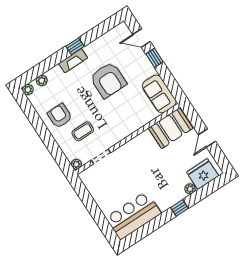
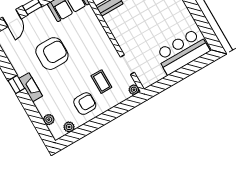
plant: (28, 90) -> (69, 127), moved
armchair: (60, 116) -> (85, 104), turned 180
bar counter: (133, 216) -> (182, 52), moved, turned 90

